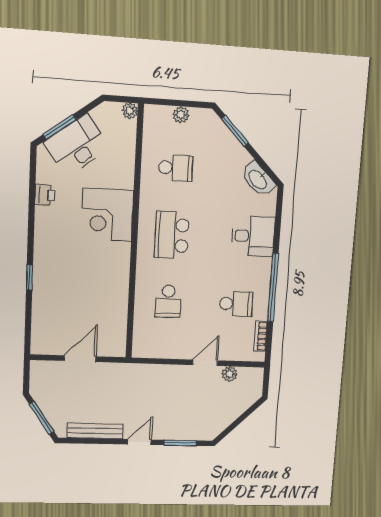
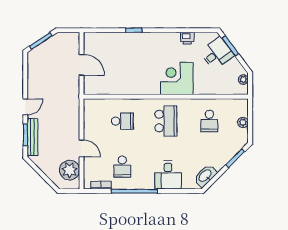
plant: (130, 111) -> (243, 79), moved
desk: (77, 145) -> (217, 53), width x0.73
school desk: (172, 235) -> (166, 121), turned 90
school desk: (168, 301) -> (122, 121), turned 180
plant: (229, 374) -> (70, 170), width x1.88, depth x1.88
bench: (95, 431) -> (32, 137), moved
door: (139, 442) -> (25, 107), hinge flipped

